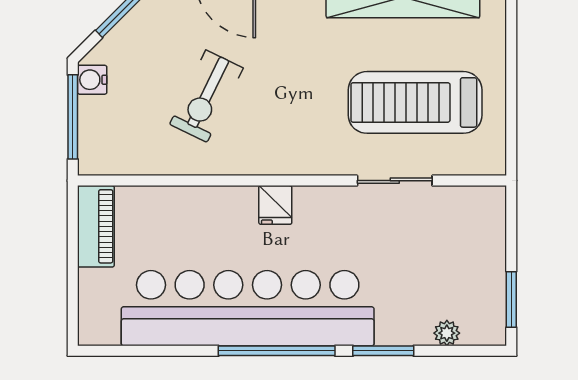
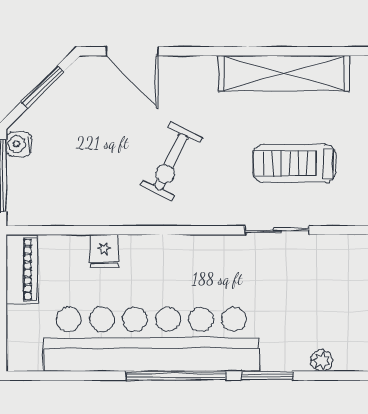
exercise bike: (206, 96) -> (171, 162), moved
treadmill: (415, 102) -> (294, 164), width x0.73, depth x0.73
fridge: (275, 205) -> (104, 251), moved

